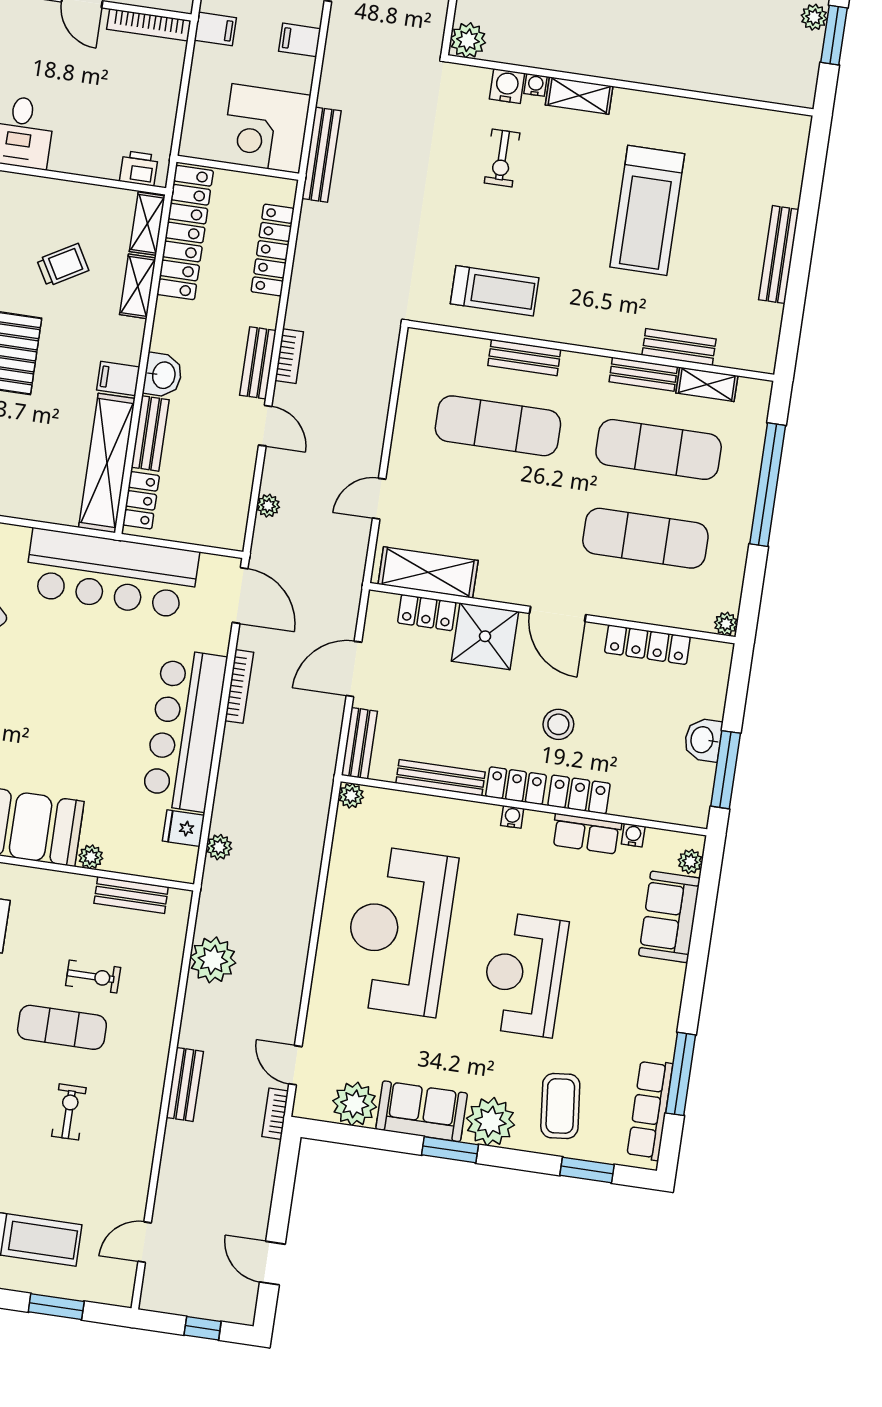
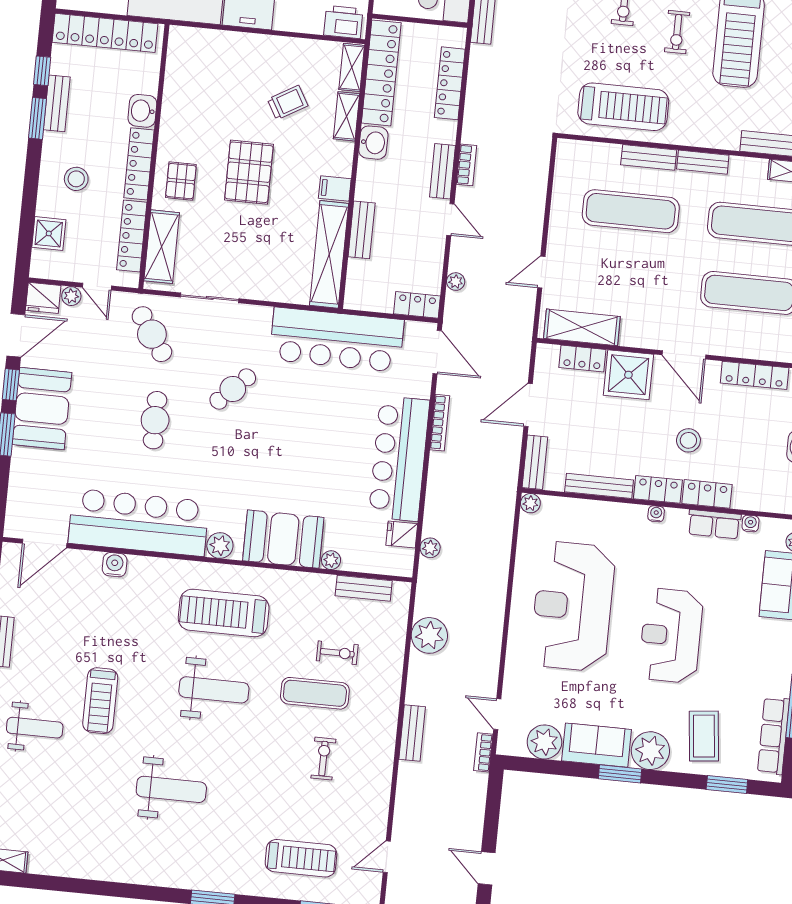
printer: (139, 168) -> (343, 22), width x1.36, depth x1.24
exercise bike: (569, 198) -> (677, 32), added
treadmill: (495, 291) -> (623, 107), width x1.37, depth x1.38
bench: (643, 374) -> (703, 162), moved
washbasin: (163, 375) -> (373, 143), moved
locker: (141, 500) -> (417, 305), moved, turned -90

